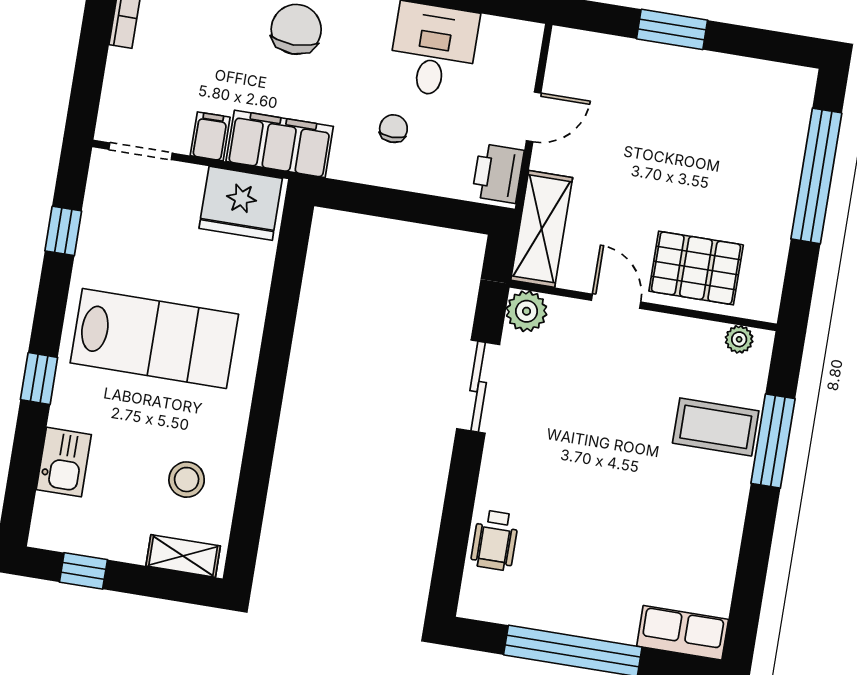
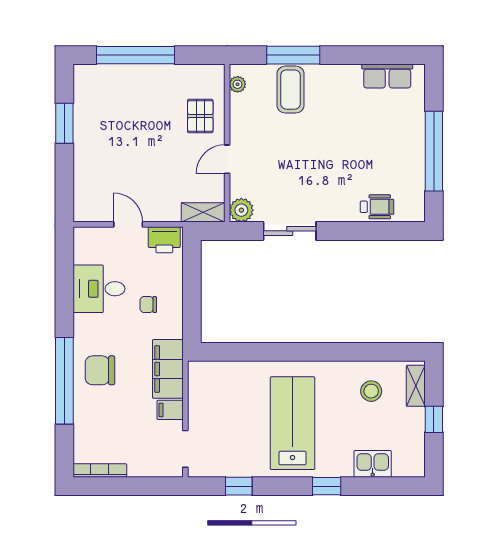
window: (672, 29) -> (64, 123), moved
fridge: (241, 203) -> (206, 386), removed
shelving: (542, 229) -> (203, 212), width x0.67, depth x0.75
pallet: (696, 268) -> (200, 116), width x0.67, depth x0.71
window: (83, 571) -> (434, 419), moved
row of seats: (683, 633) -> (387, 76), moved, turned -90

